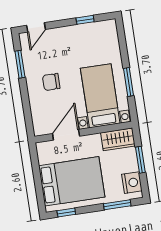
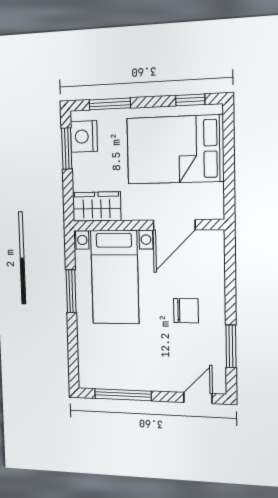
window: (85, 20) -> (123, 395), width x2.17
window: (140, 160) -> (67, 149), moved

